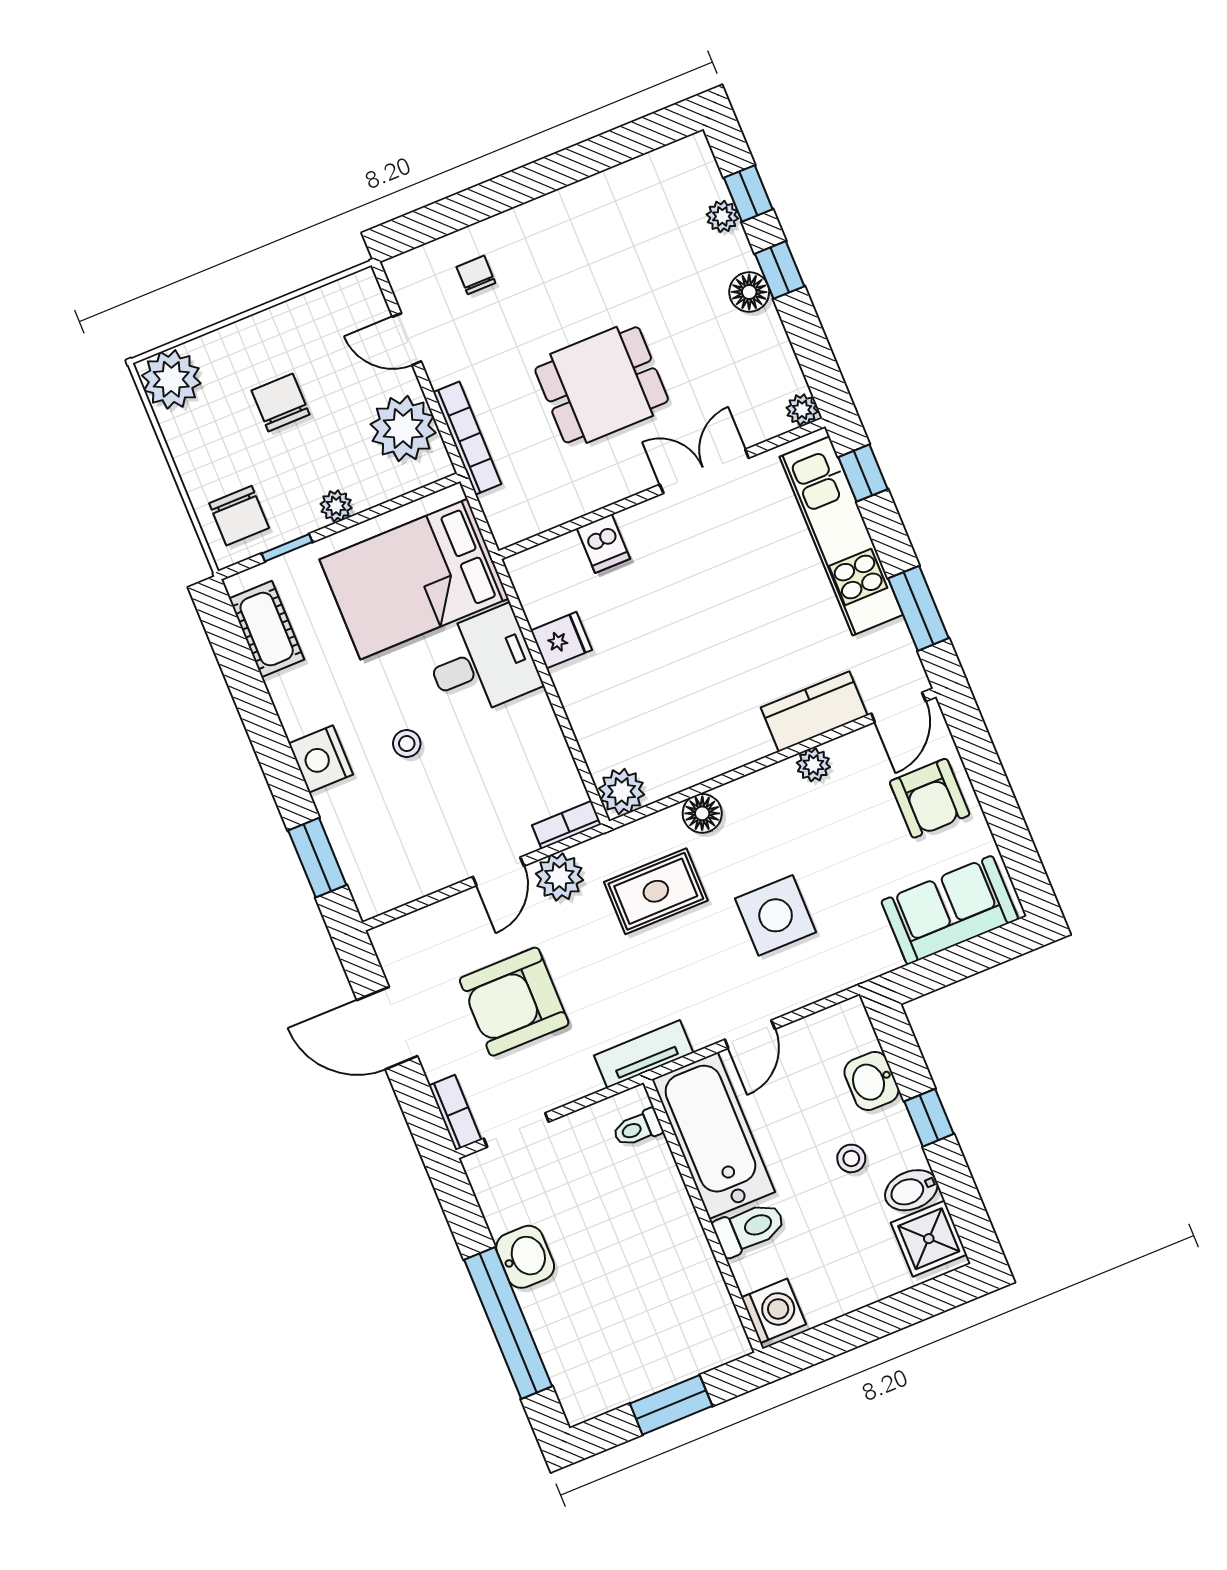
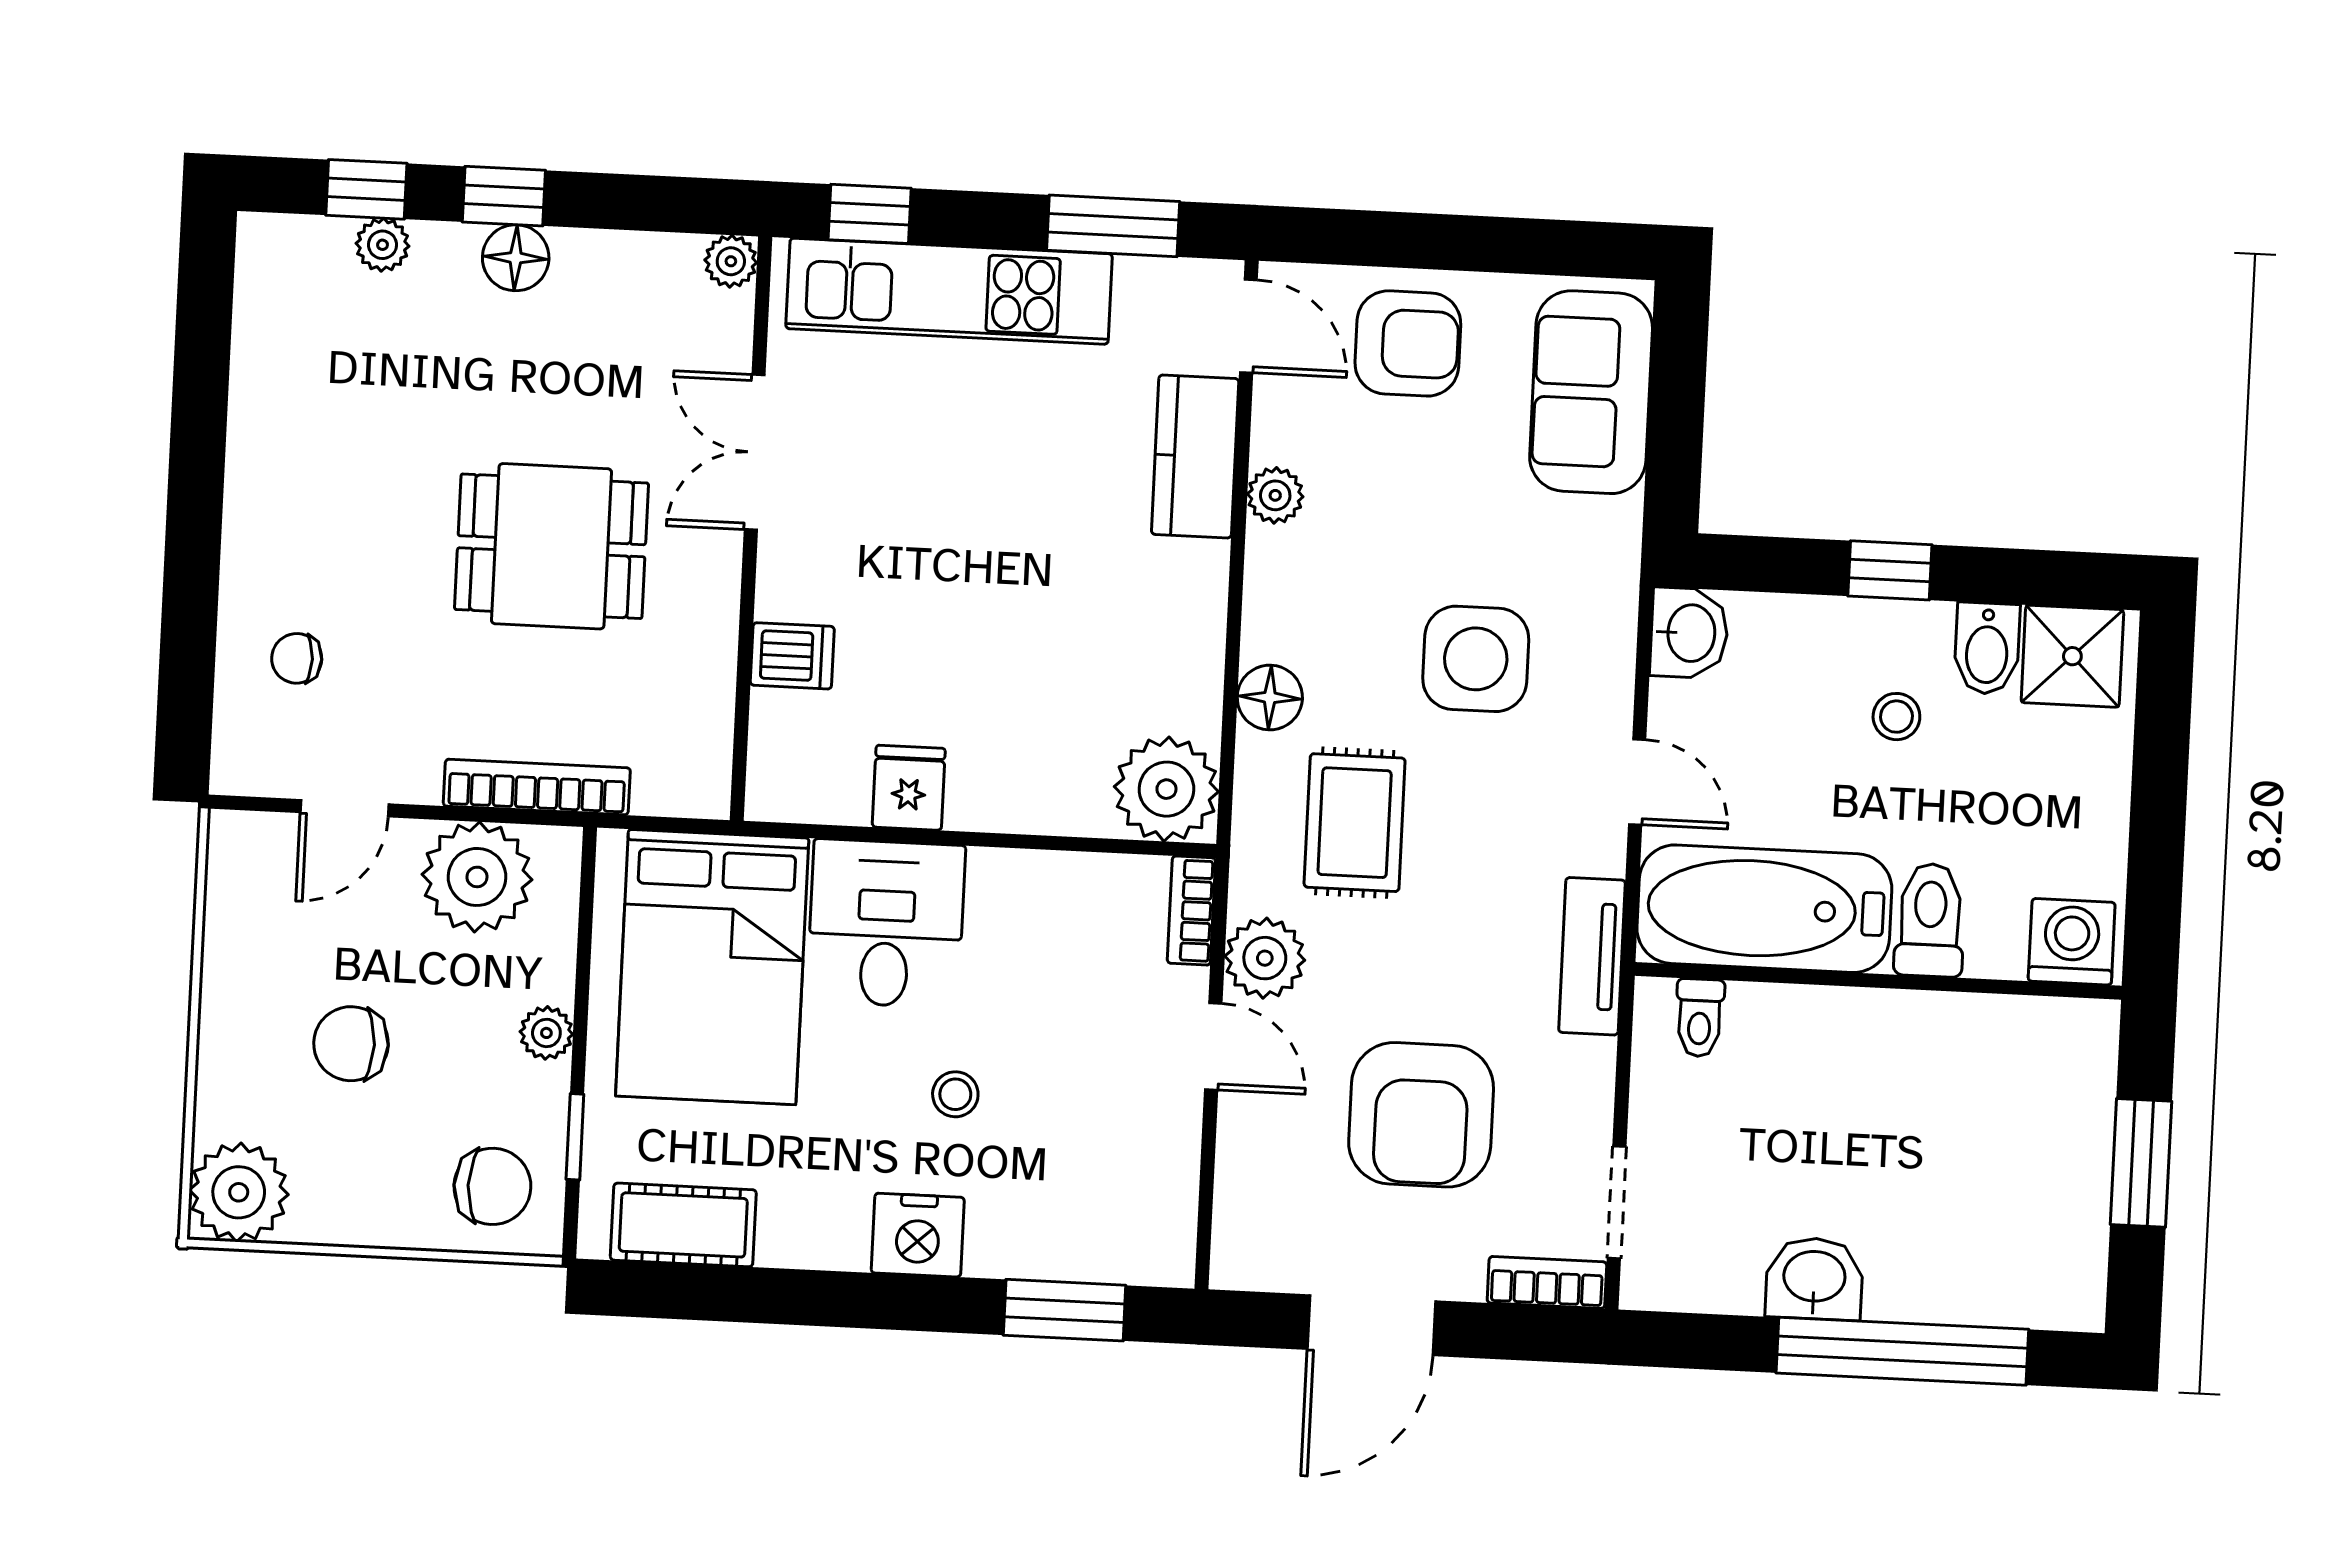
dining table: (602, 385) -> (551, 546), turned 90
plant: (622, 791) -> (1166, 789), width x1.36, depth x1.36
washbasin: (871, 1081) -> (1689, 633), moved, turned -90

